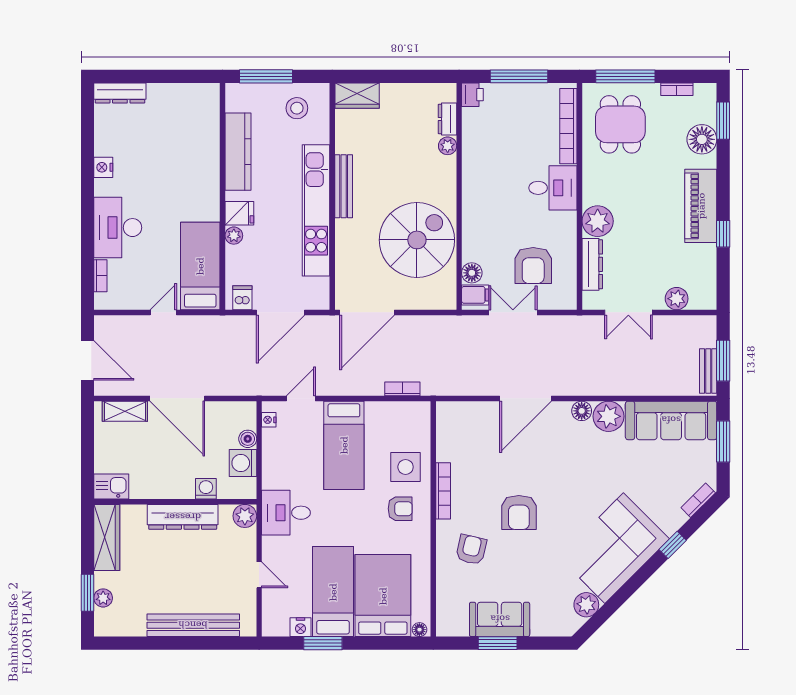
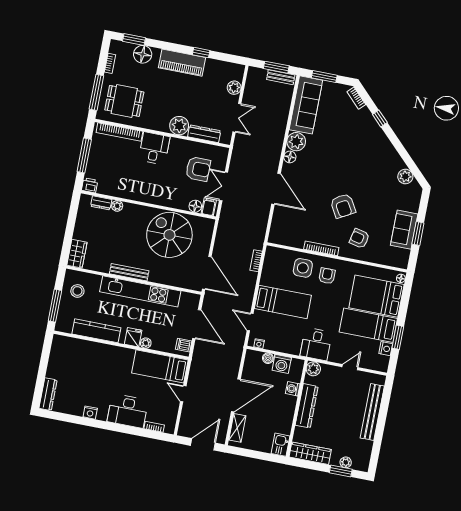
armchair: (519, 512) -> (343, 206), turned 60
corner sofa: (614, 548) -> (375, 153), removed

